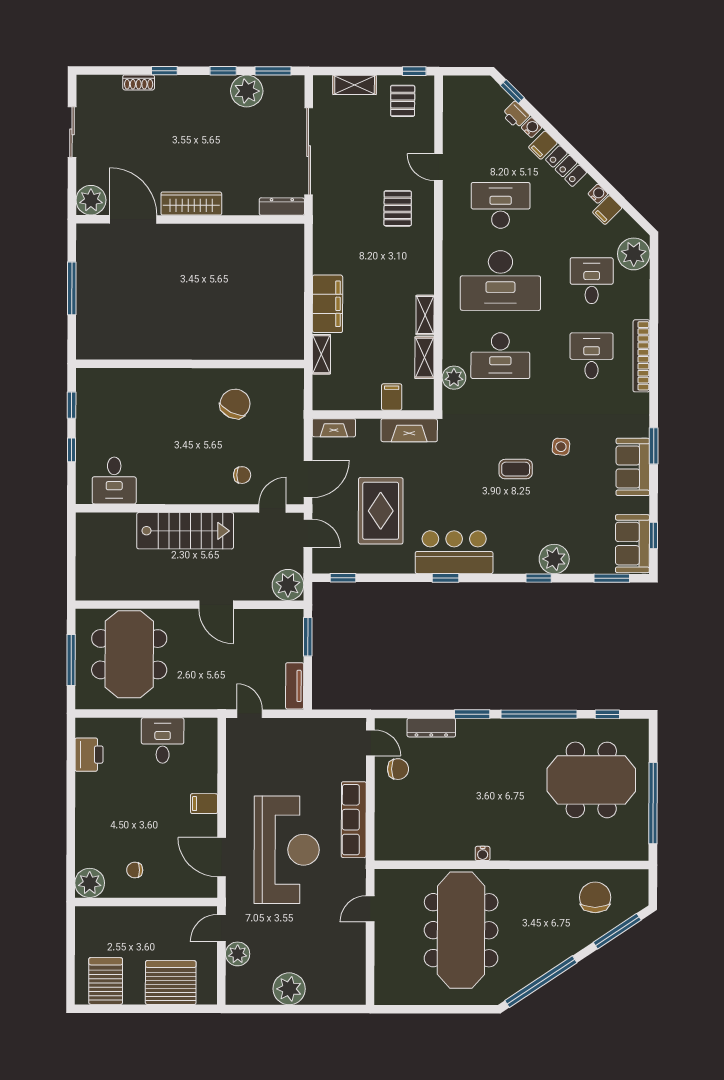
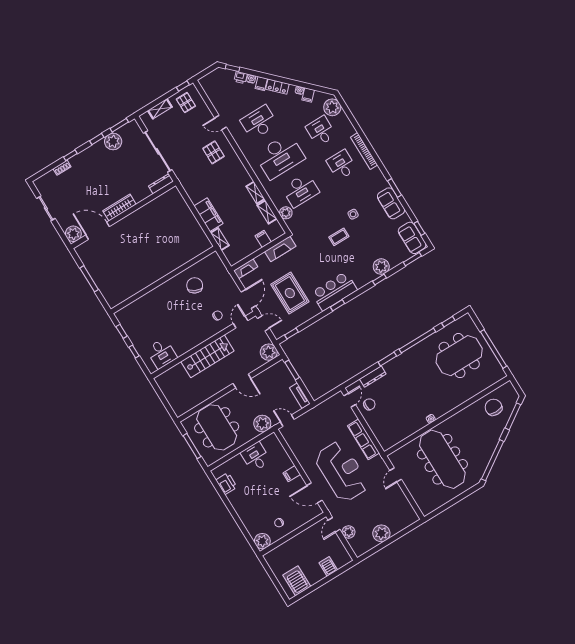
plant: (207, 693) -> (262, 423), added
door: (370, 743) -> (350, 400), hinge flipped
server rack: (171, 983) -> (328, 566), width x0.46, depth x0.70

